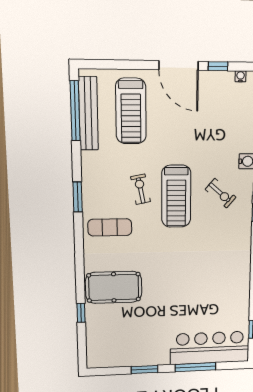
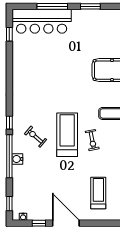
treadmill: (131, 111) -> (98, 193), width x0.73, depth x0.73

